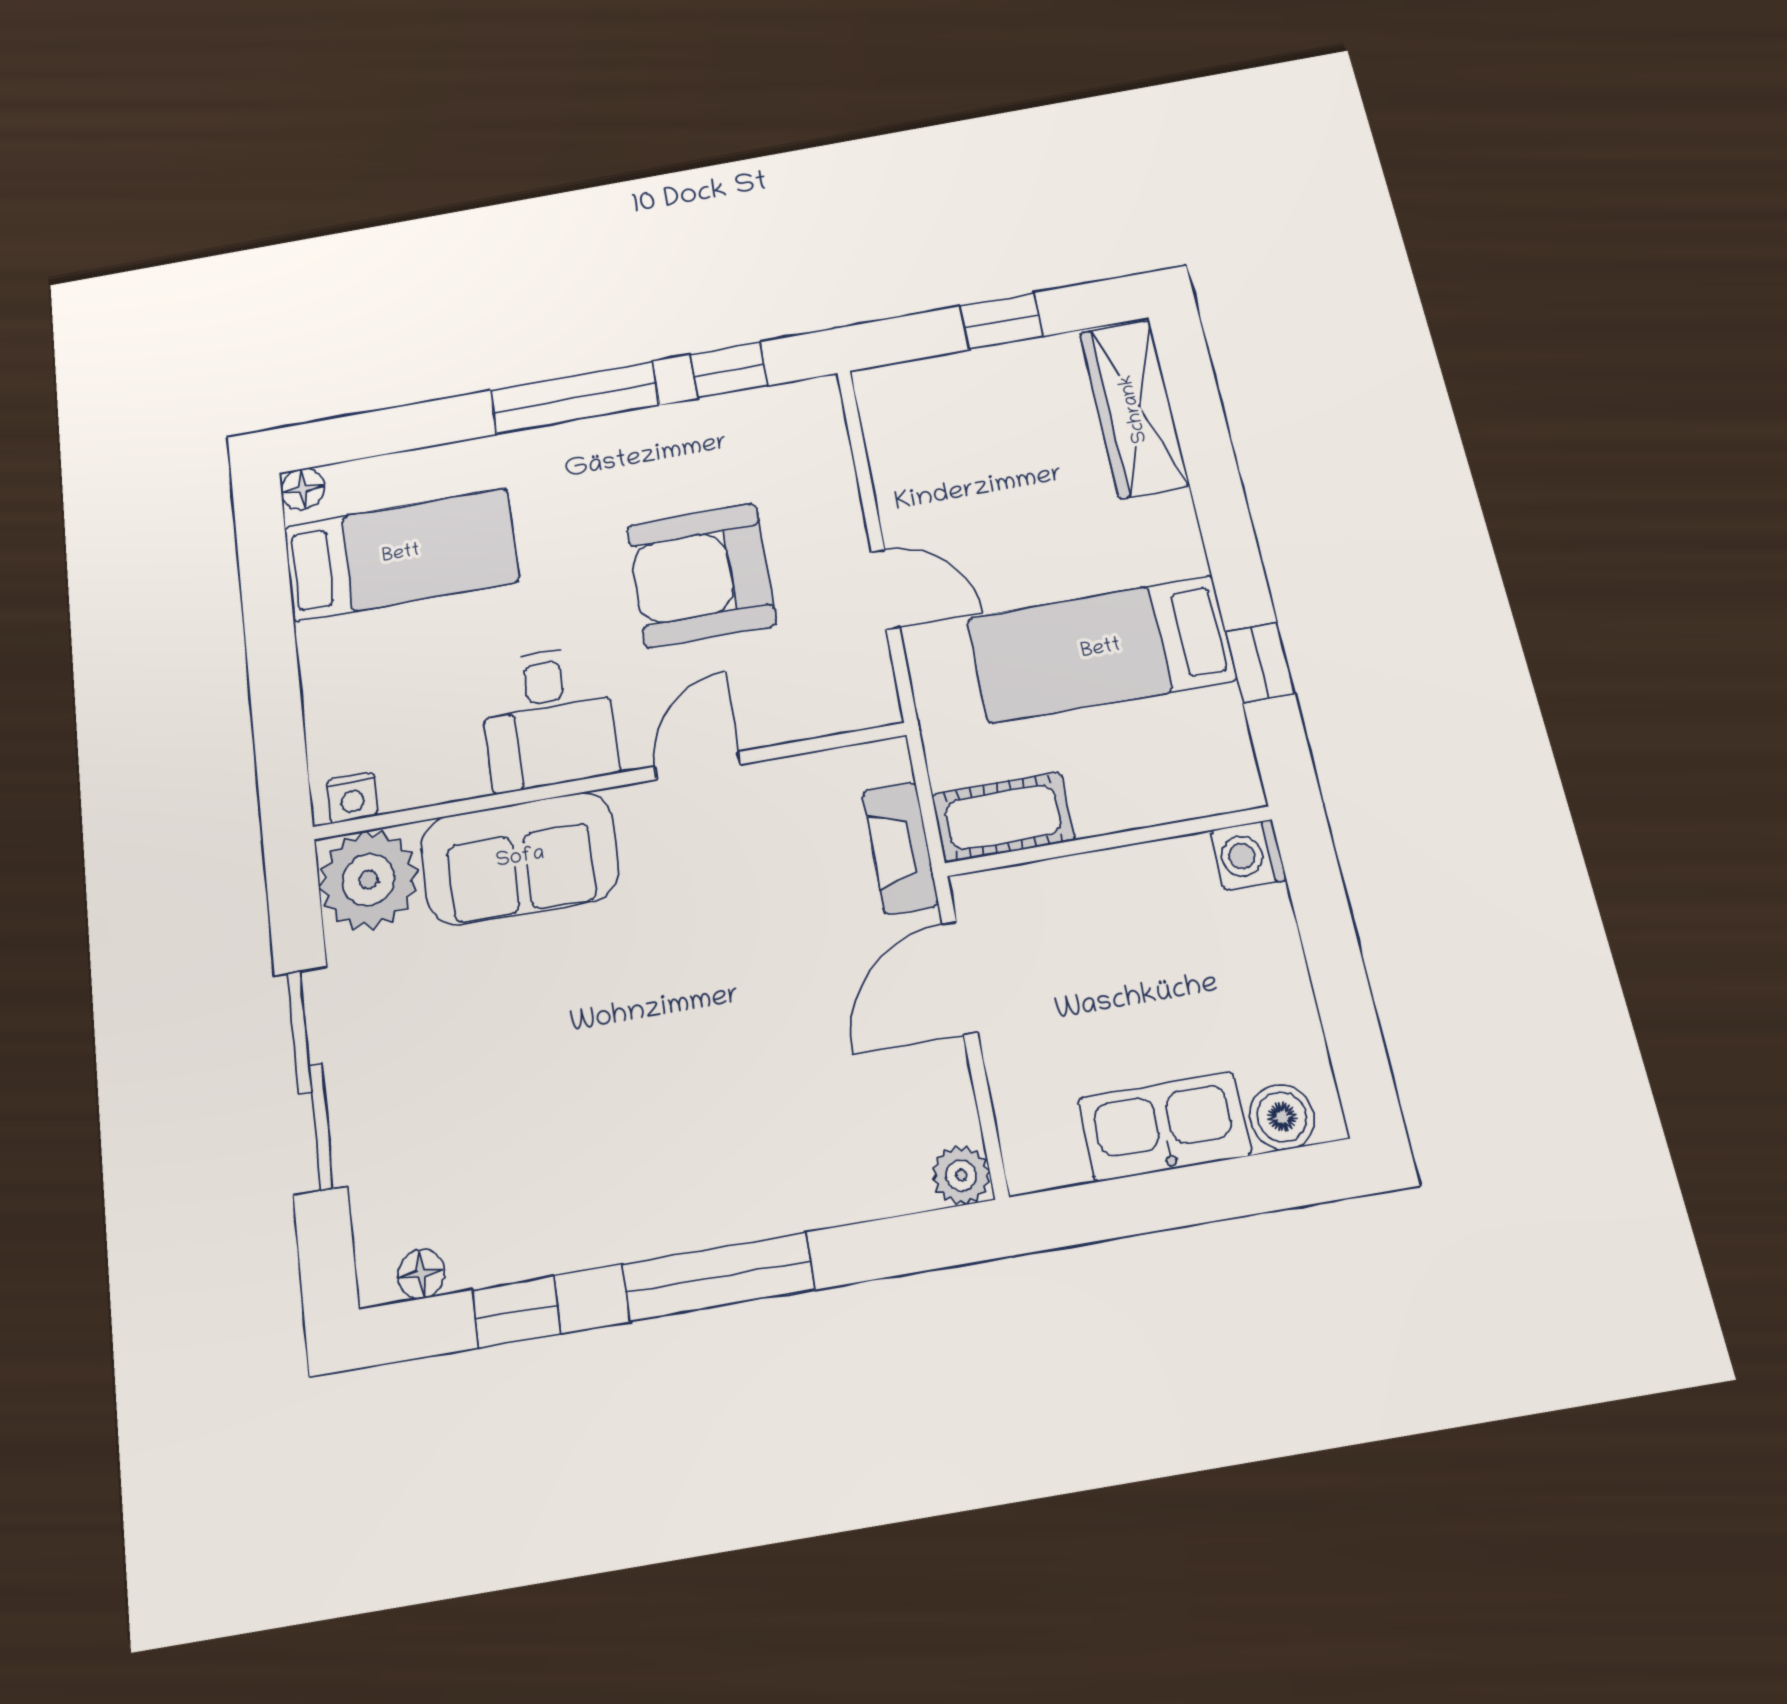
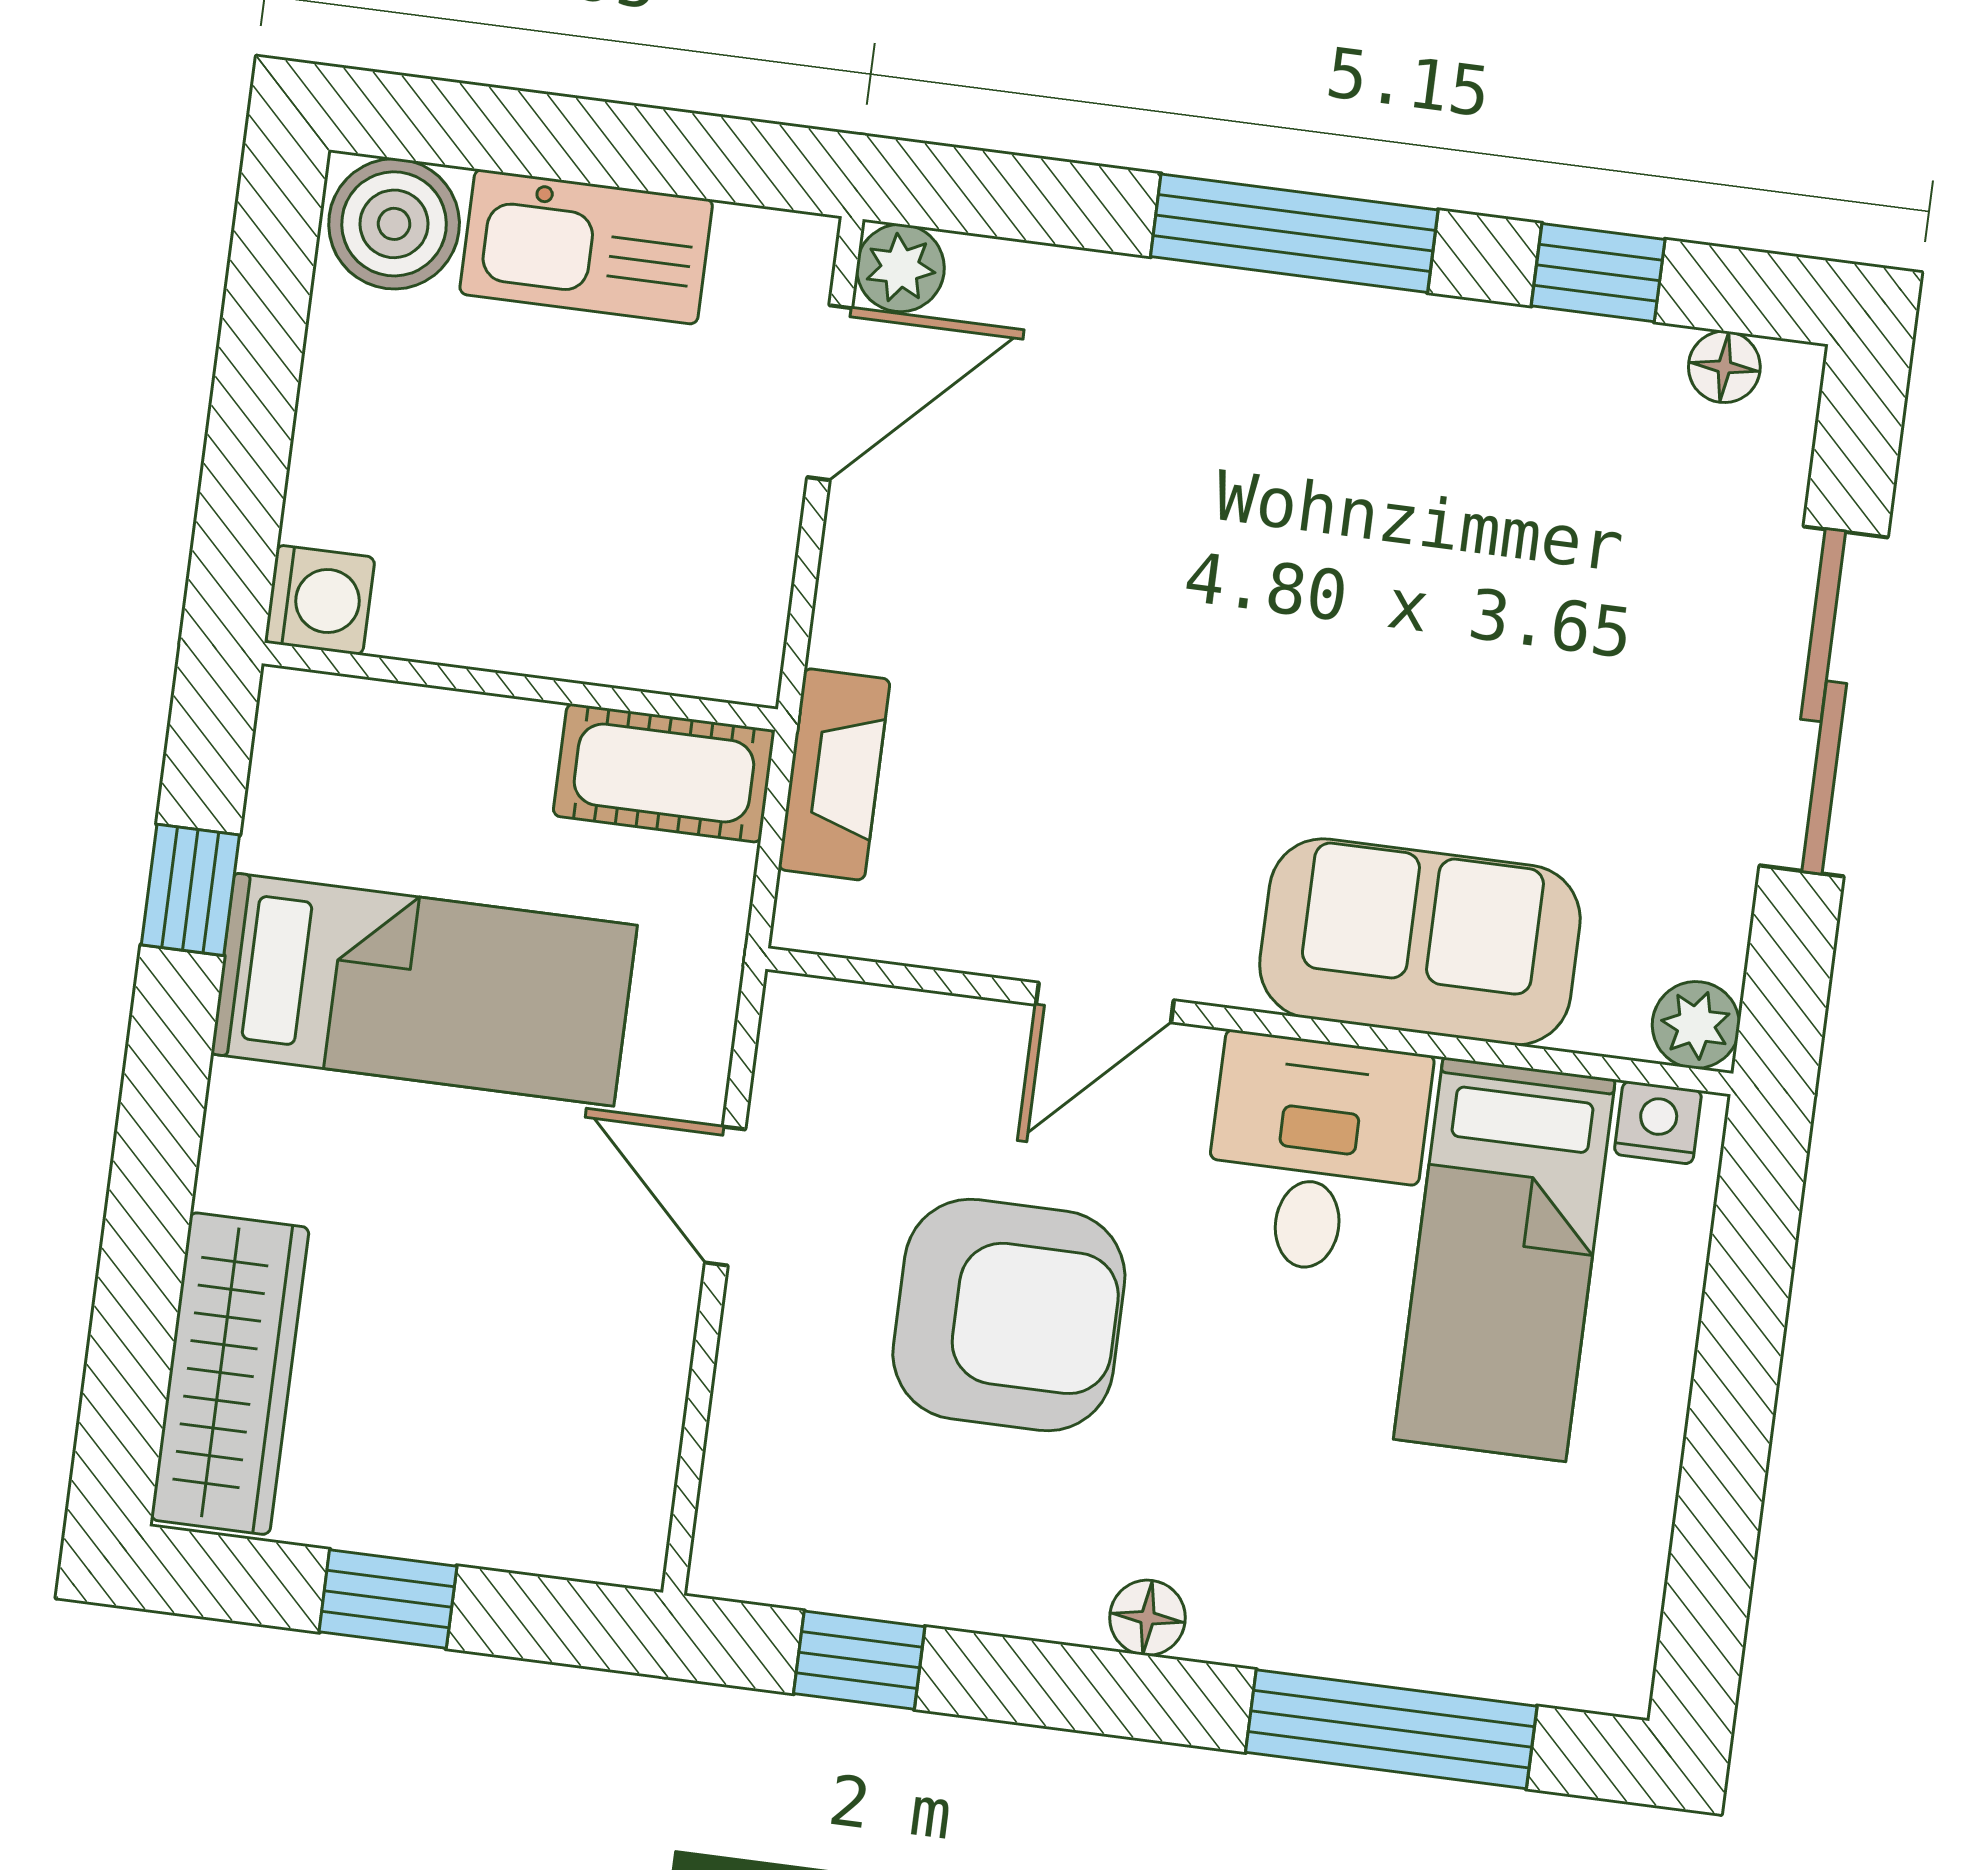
window: (575, 398) -> (1391, 1729), moved
floor lamp: (303, 489) -> (1148, 1618), moved
bed: (401, 554) -> (1504, 1259), moved, turned -90
plant: (368, 880) -> (1696, 1025), width x0.53, depth x0.53
door: (960, 978) -> (830, 393), moved
boiler: (1282, 1117) -> (394, 224), width x1.36, depth x1.36

